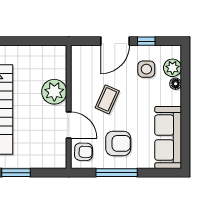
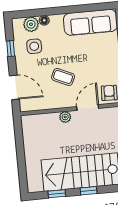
door: (115, 41) -> (14, 87), moved
plant: (54, 92) -> (65, 117), width x0.53, depth x0.53
armchair: (118, 143) -> (99, 64), removed

